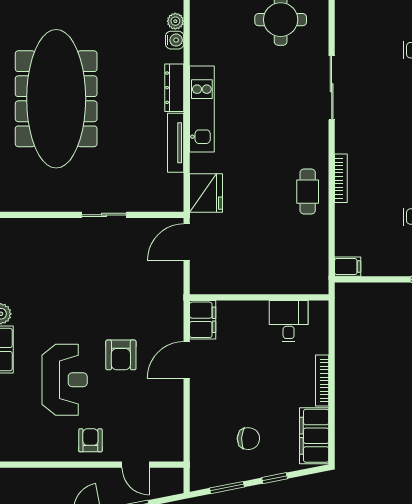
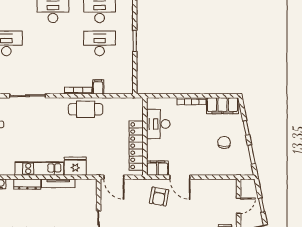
cafe table: (308, 192) -> (86, 109), width x1.37, depth x1.35
fridge: (206, 193) -> (75, 166), moved
filing cabinet: (348, 267) -> (98, 87), moved
locker: (243, 282) -> (136, 146), added
desk: (289, 321) -> (158, 124), width x1.37
armchair: (121, 355) -> (159, 197), moved, turned 100

